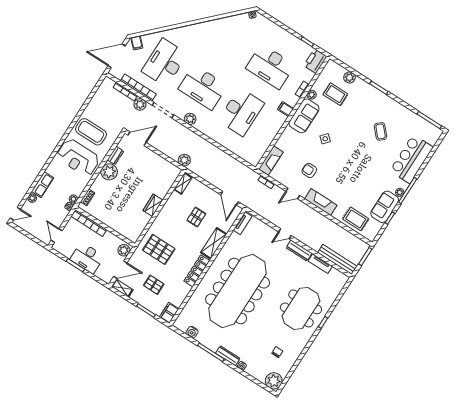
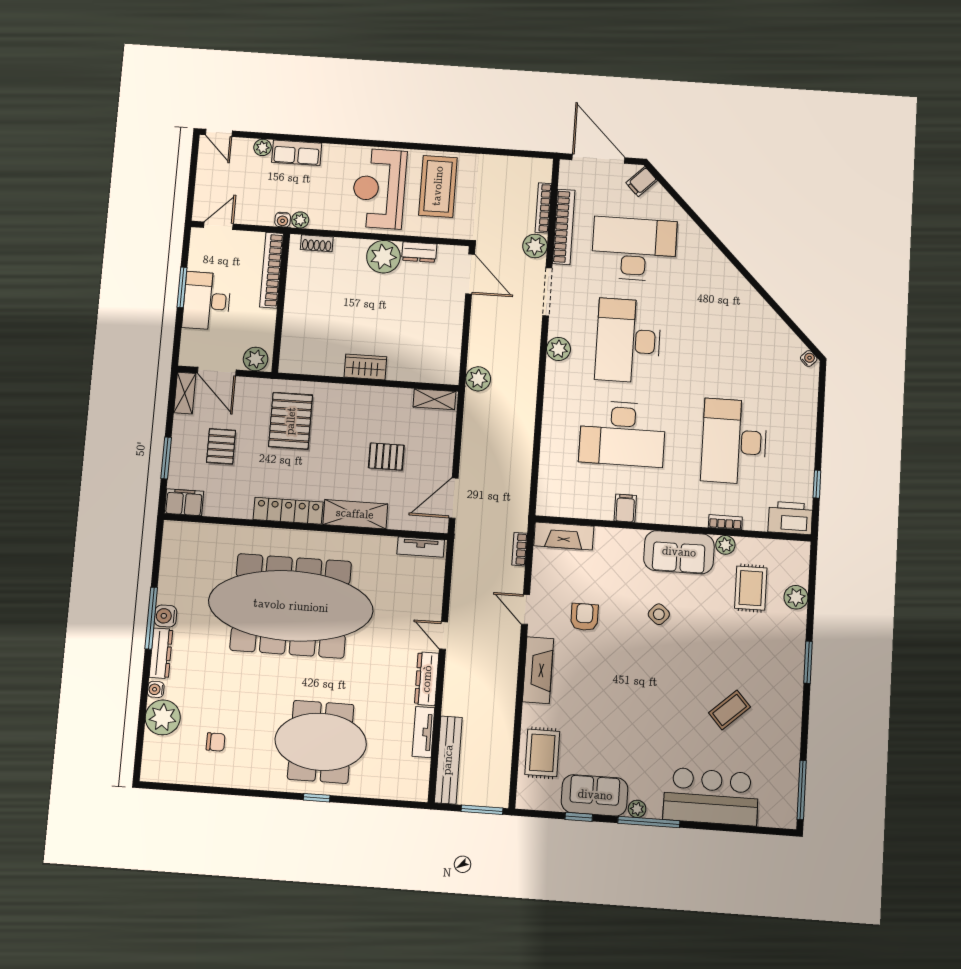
filing cabinet: (286, 109) -> (625, 508), moved
water cooler: (192, 332) -> (166, 616), moved
plant: (274, 381) -> (163, 717), moved

